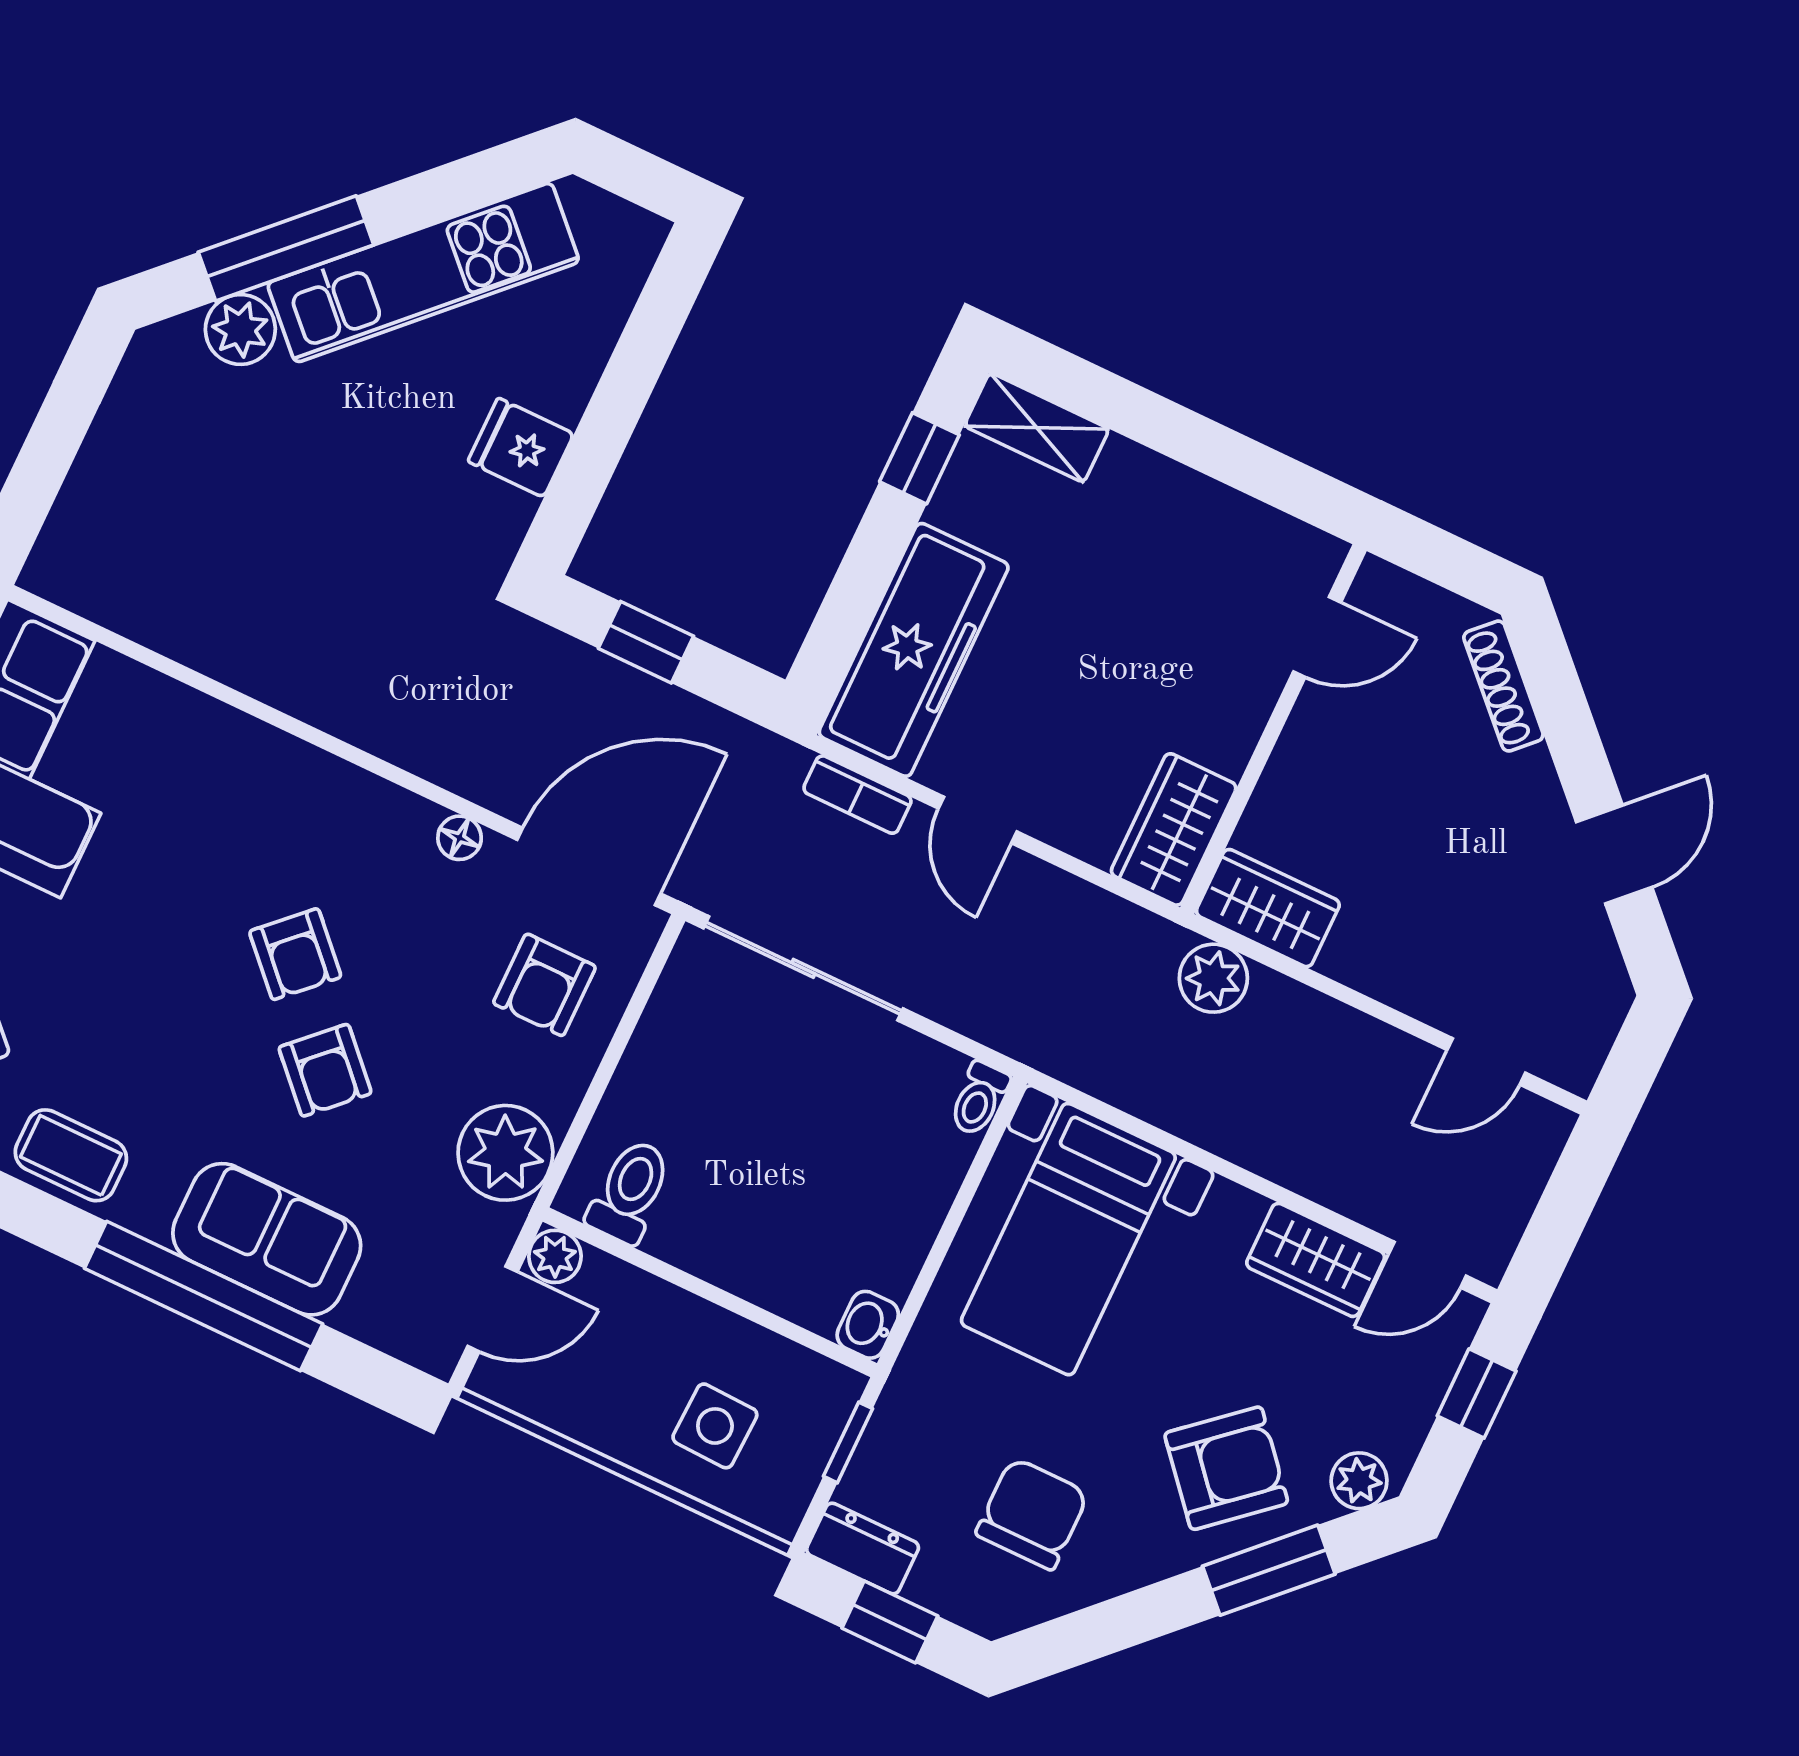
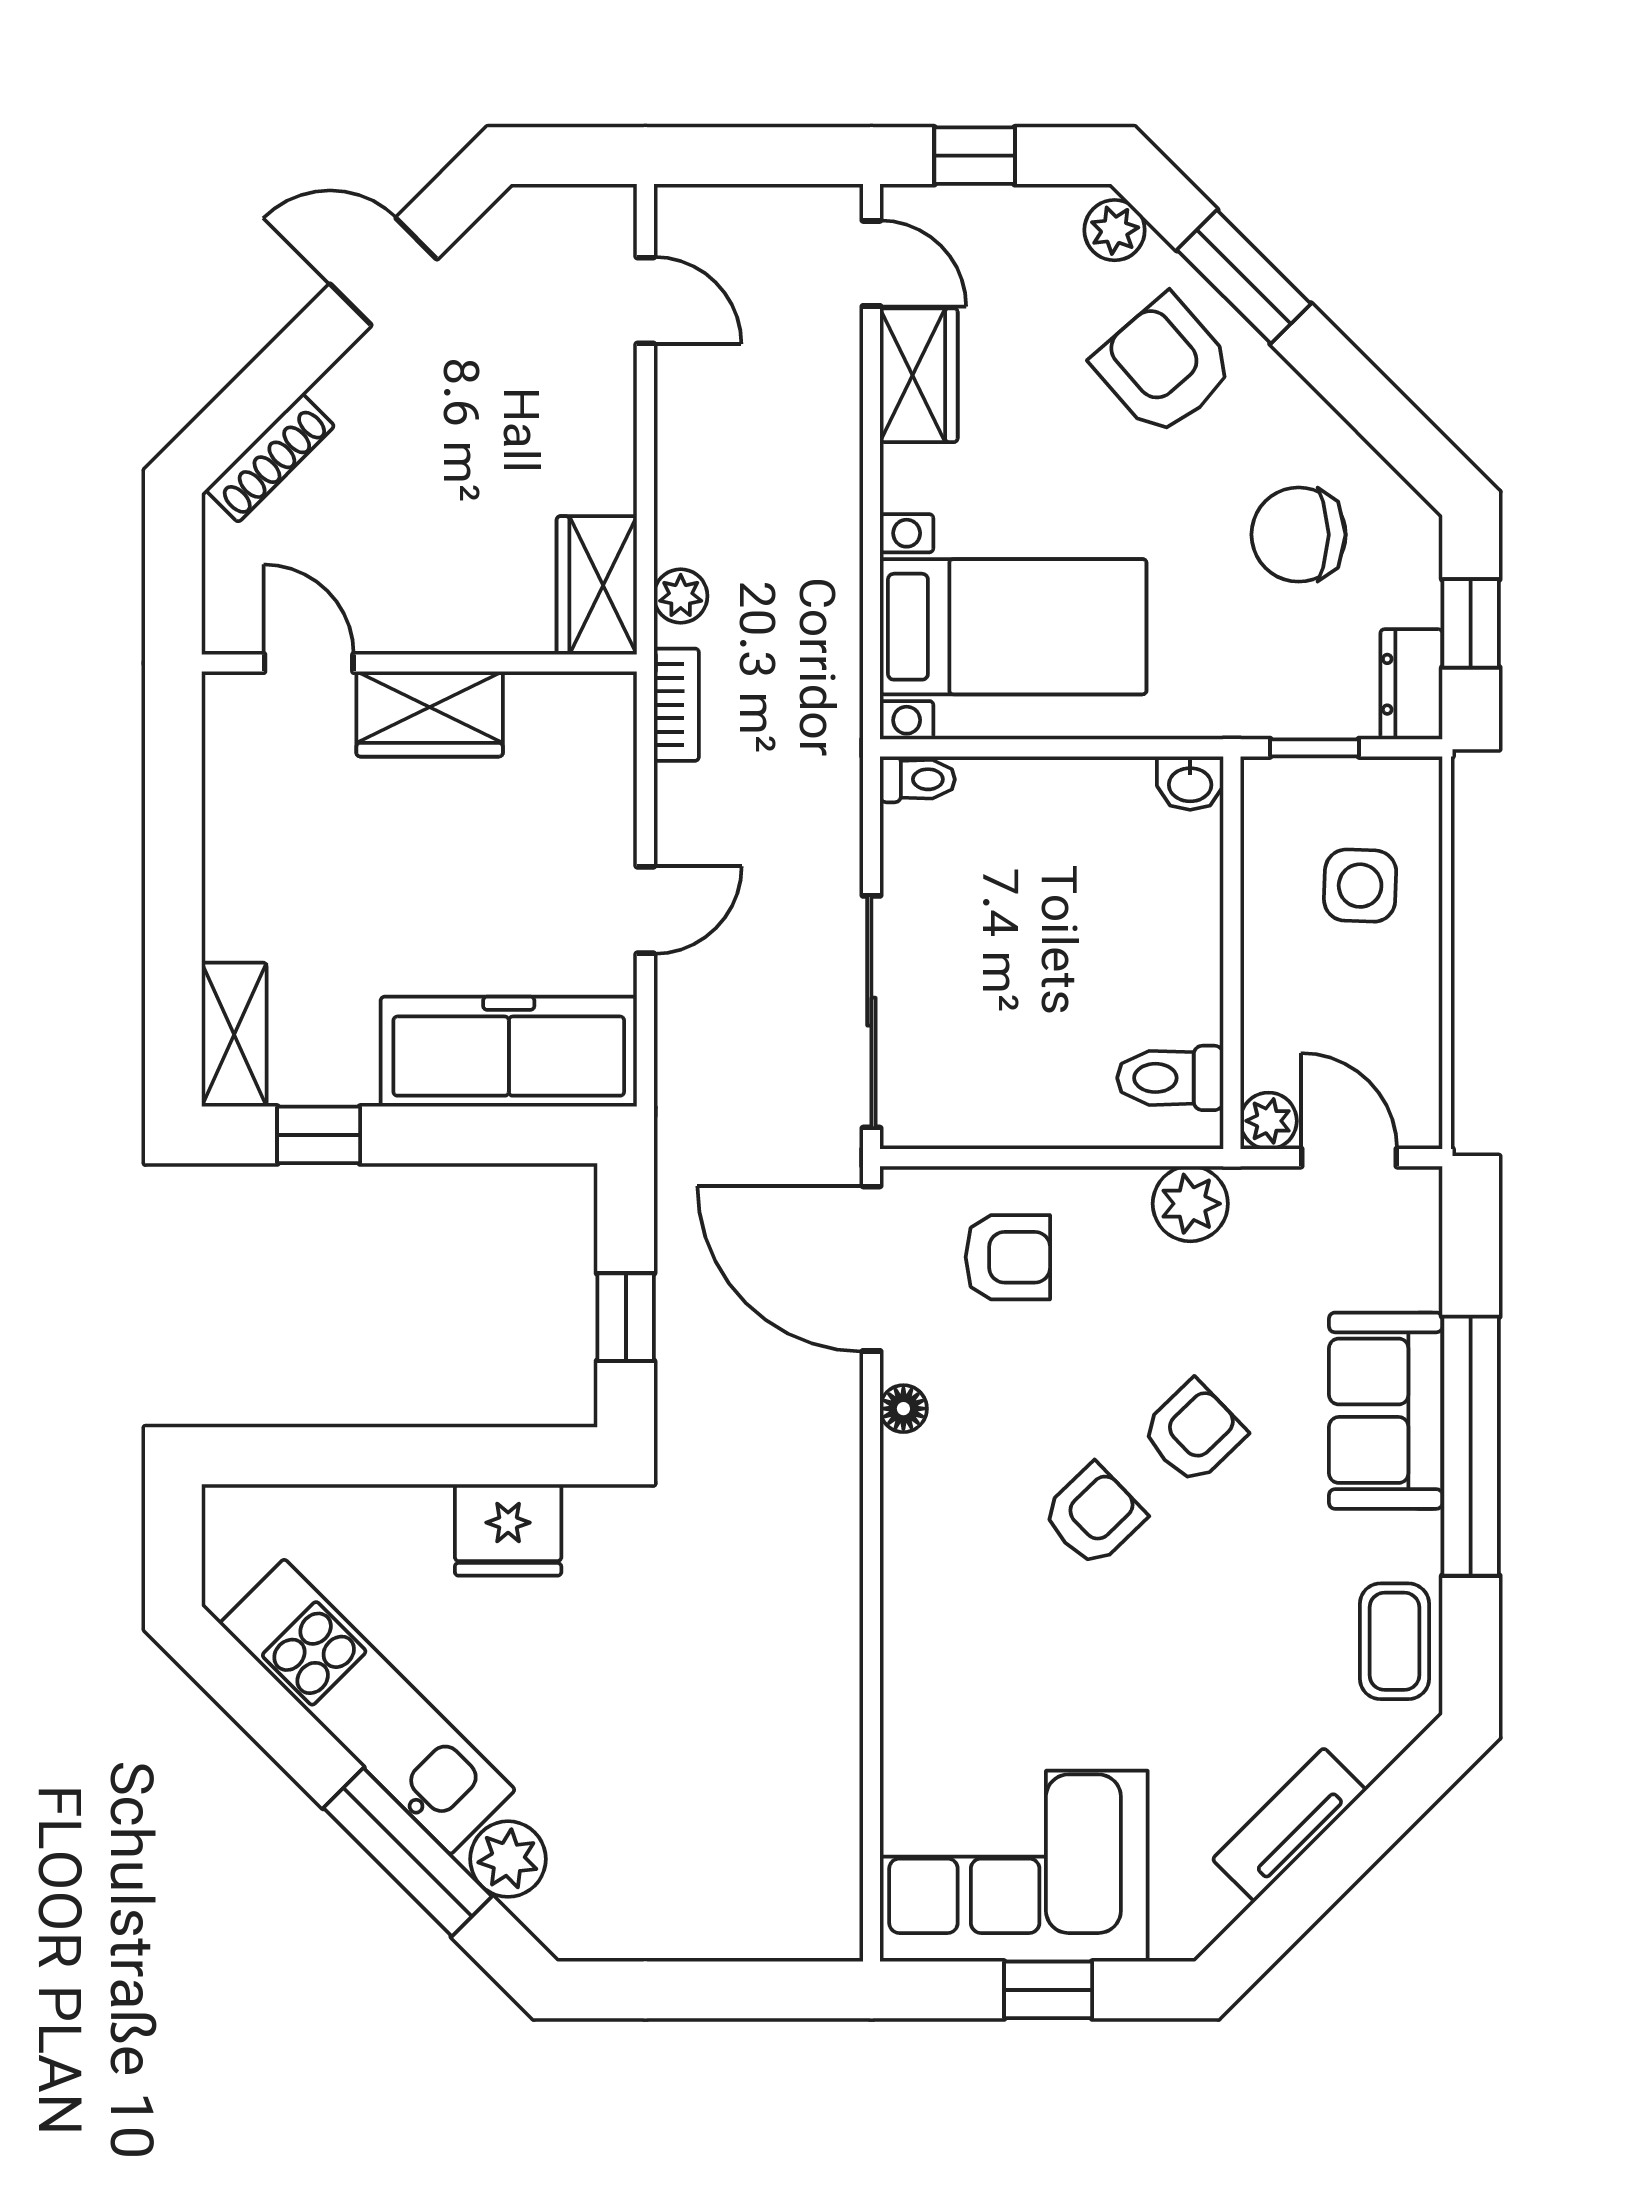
fridge: (521, 448) -> (508, 1530), width x1.38
bookcase: (857, 795) -> (676, 705), moved
wardrobe: (1174, 829) -> (430, 714), moved
plant: (1213, 978) -> (681, 596), width x0.73, depth x0.73
plant: (505, 1153) -> (1190, 1204), width x0.73, depth x0.73

